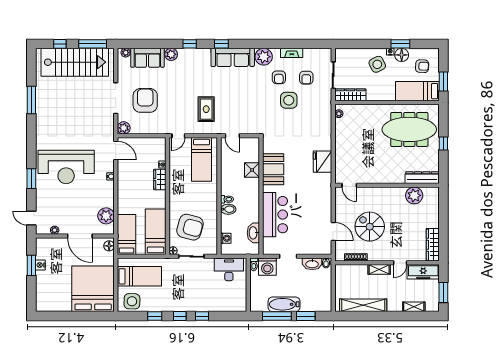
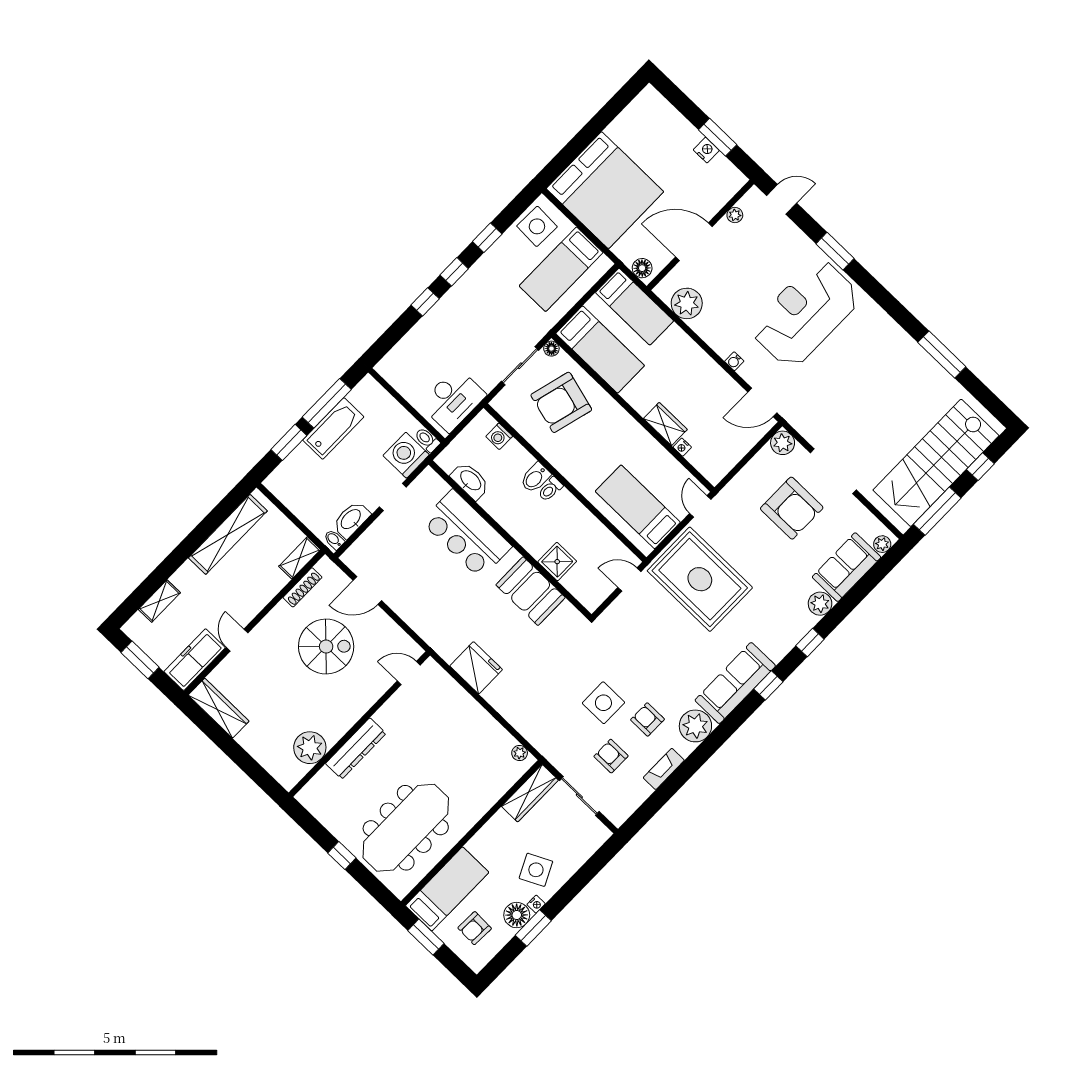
rug: (206, 109) -> (700, 579), width x1.86, depth x2.06
dresser: (422, 178) -> (356, 748), moved
shelving: (379, 269) -> (300, 558), moved

